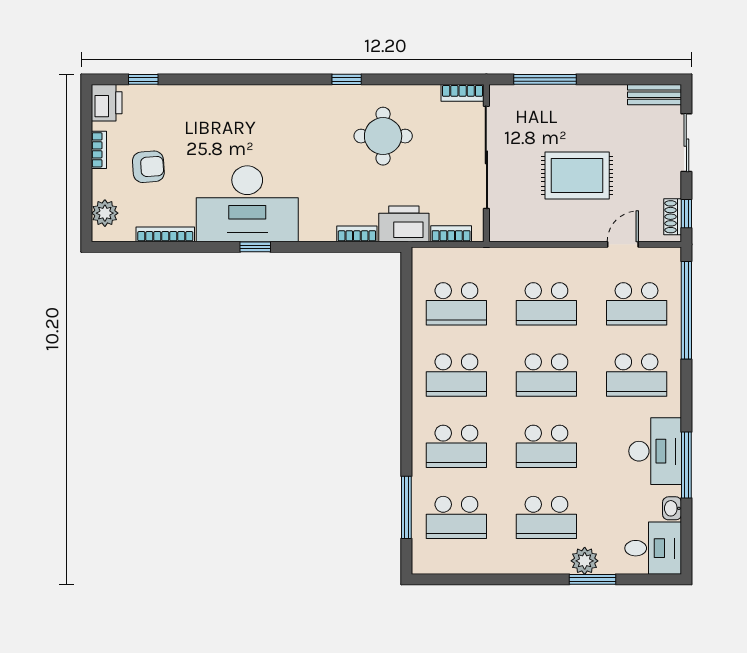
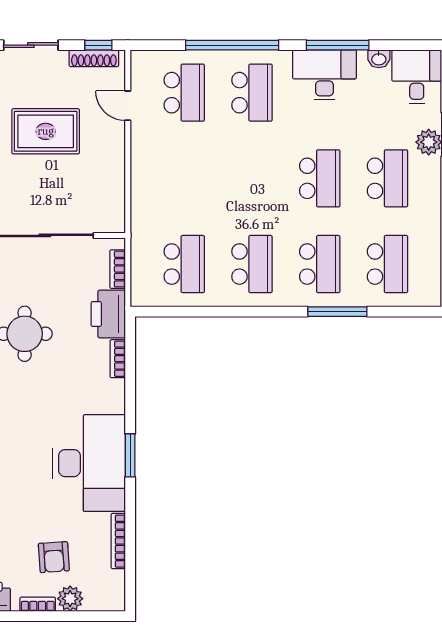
armchair: (148, 167) -> (54, 557), turned 180
rug: (577, 176) -> (46, 131), moved, turned 90
plant: (105, 213) -> (70, 599), moved
shoe rack: (673, 217) -> (94, 58), width x1.43
window: (255, 247) -> (130, 455), width x1.50
school desk: (546, 304) -> (184, 178), removed
window: (686, 310) -> (232, 45), moved
school desk: (546, 375) -> (252, 178), removed
window: (406, 507) -> (337, 312), moved

